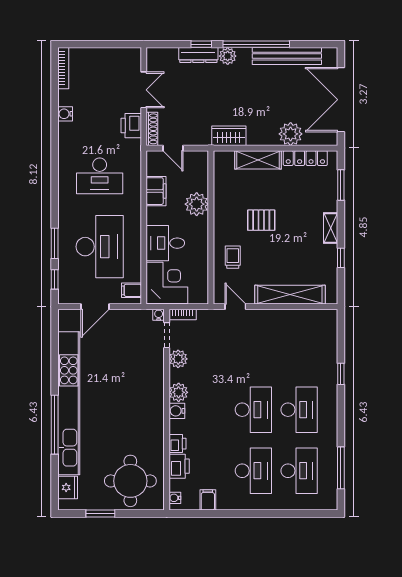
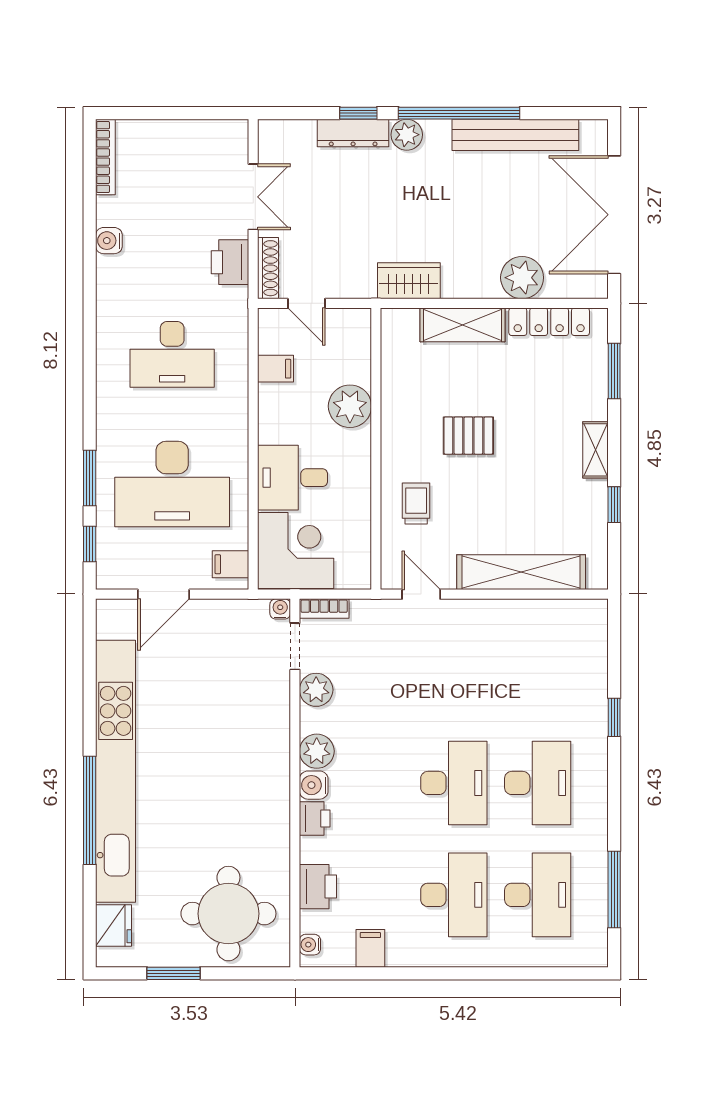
filing cabinet: (156, 191) -> (276, 369), width x0.50
desk: (100, 247) -> (172, 484), turned 90
printer: (177, 444) -> (315, 819), moved

